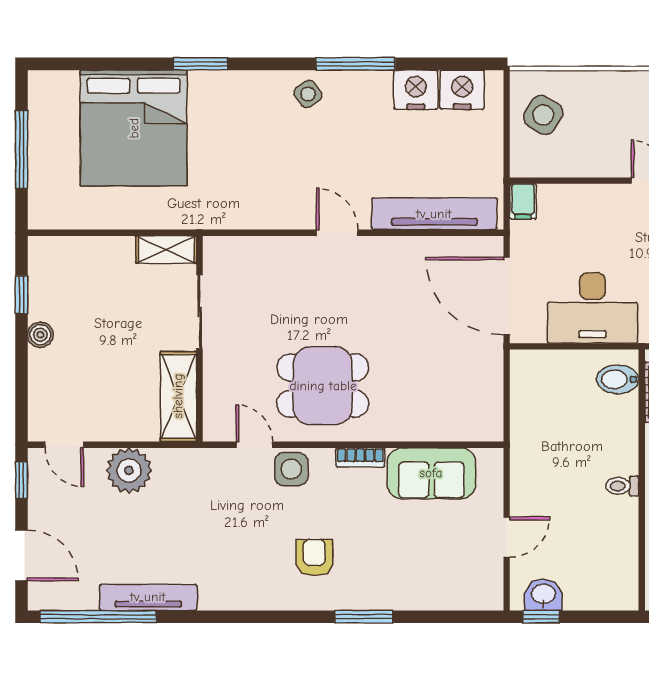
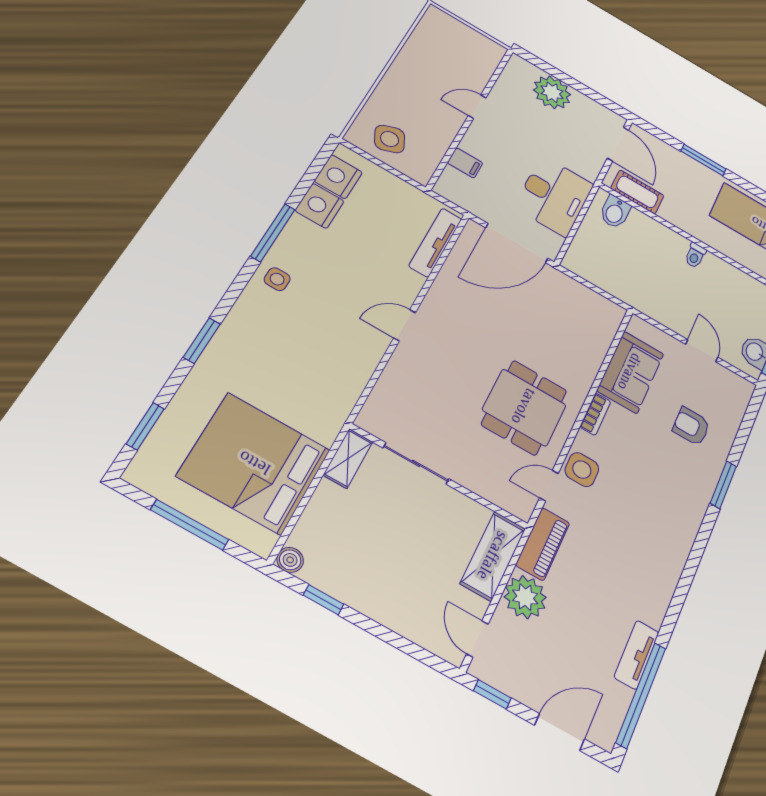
window: (88, 64) -> (145, 426), added
side table: (308, 94) -> (277, 279), turned 36
side table: (543, 115) -> (390, 139), turned 36
bed: (134, 128) -> (254, 463), moved, turned 180
filing cabinet: (523, 201) -> (465, 163), moved
tv unit: (434, 214) -> (435, 242), width x0.73, depth x0.78
boiler: (40, 335) -> (290, 560), moved
shelving: (178, 396) -> (493, 556), moved, turned 90
door: (64, 445) -> (477, 639), swing flipped
piano: (191, 464) -> (543, 544), added
armchair: (314, 557) -> (691, 426), moved
tv unit: (148, 597) -> (637, 655), width x0.71

